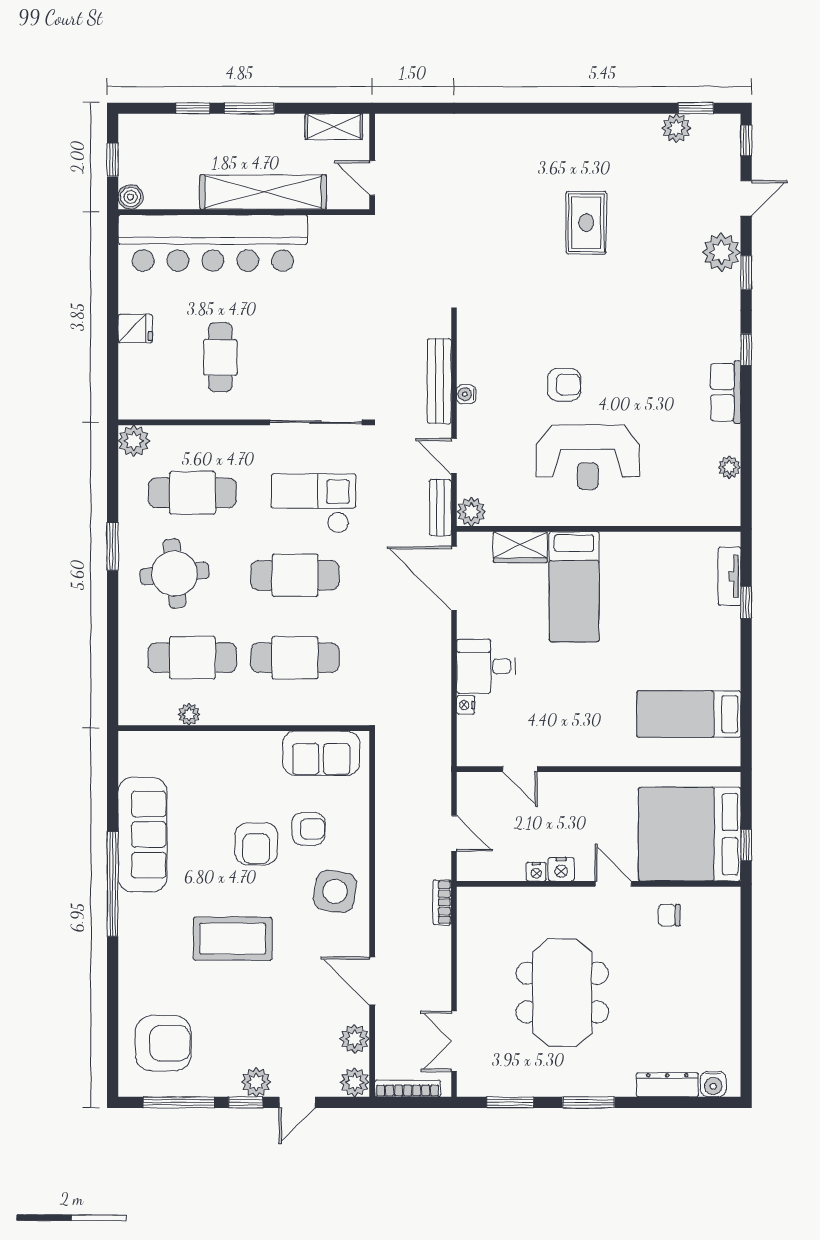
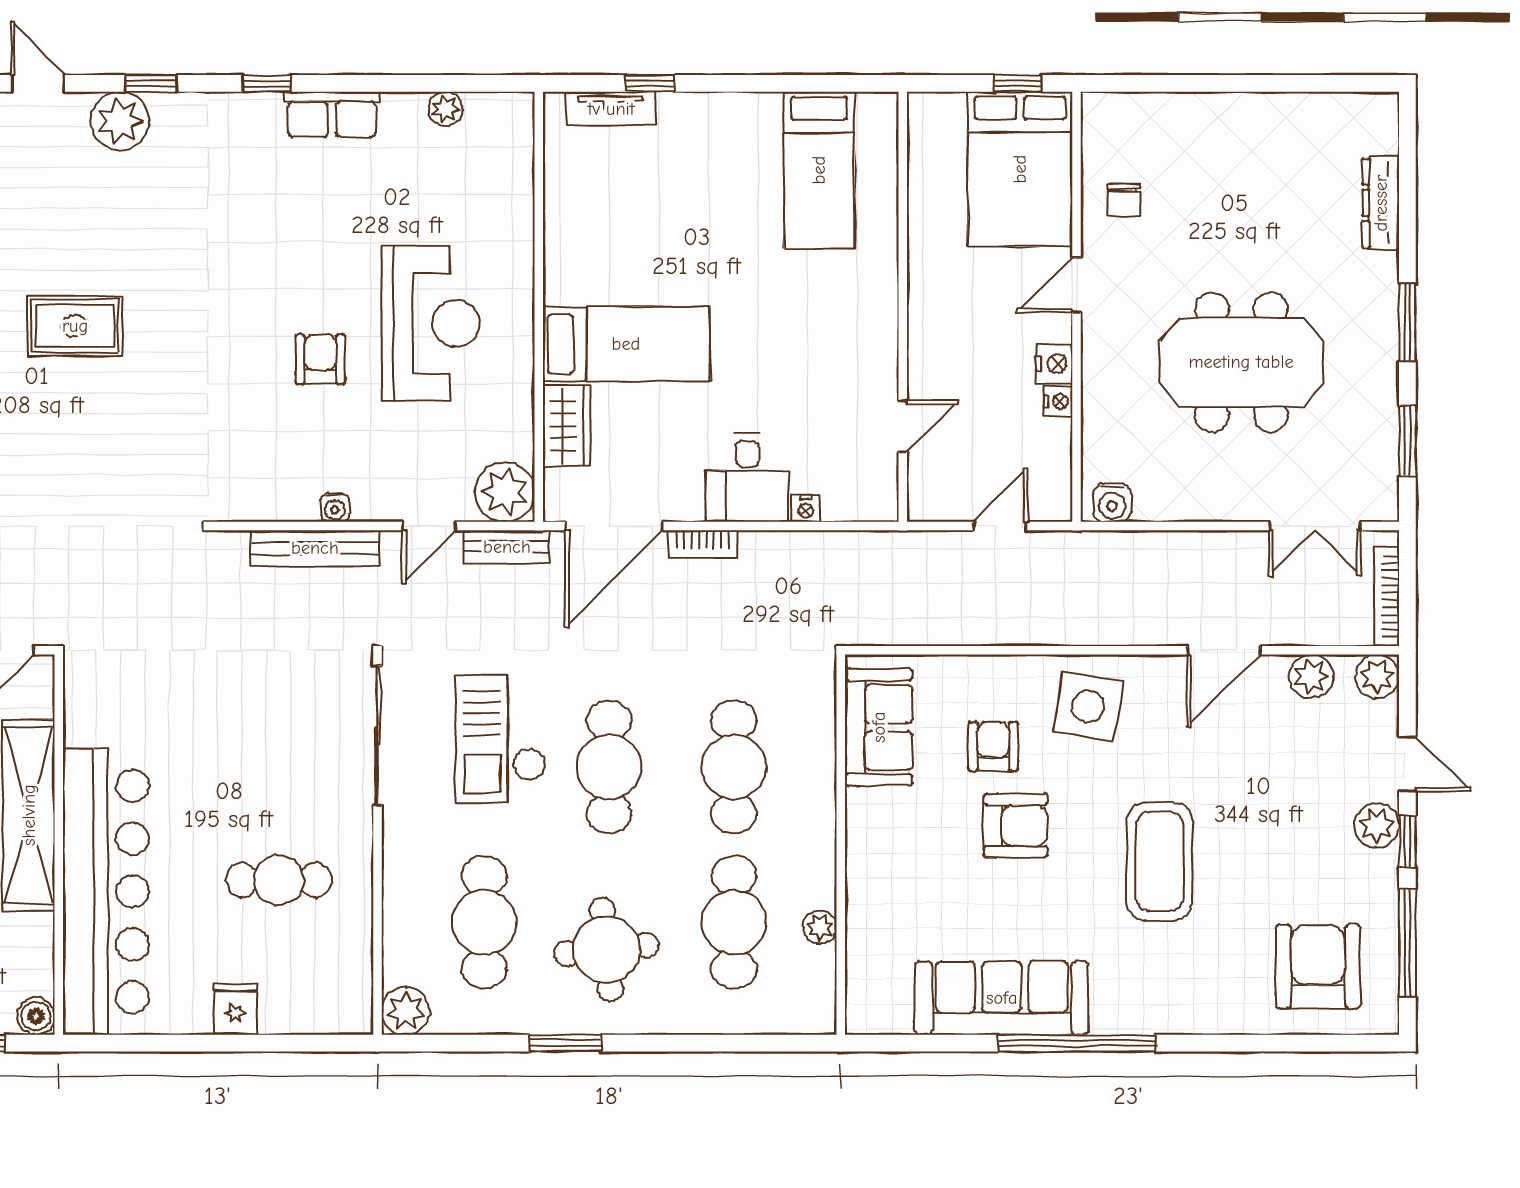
plant: (471, 512) -> (505, 492), width x1.36, depth x1.36
bed: (690, 834) -> (1020, 169), width x0.73
bookcase: (442, 902) -> (703, 544), moved
water cooler: (713, 1084) -> (1112, 503), moved, turned 90

